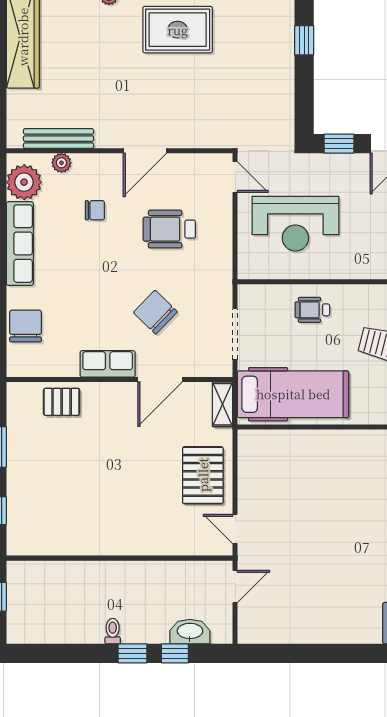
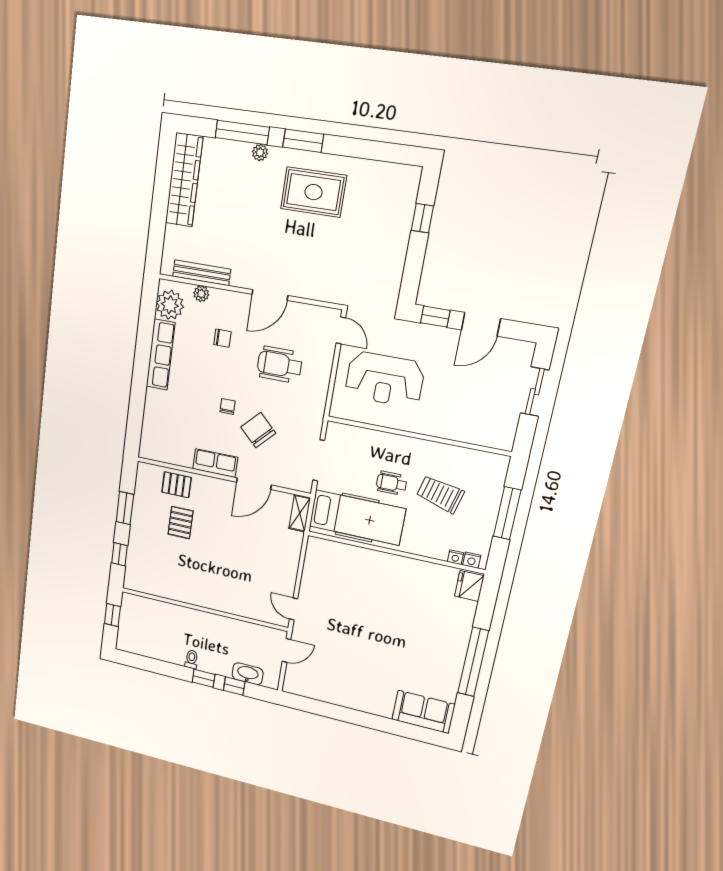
wheelchair: (312, 310) -> (392, 483), moved
chair: (26, 326) -> (228, 406), moved, width x0.54, depth x0.54
pallet: (203, 475) -> (181, 523), moved, width x0.67, depth x0.71

